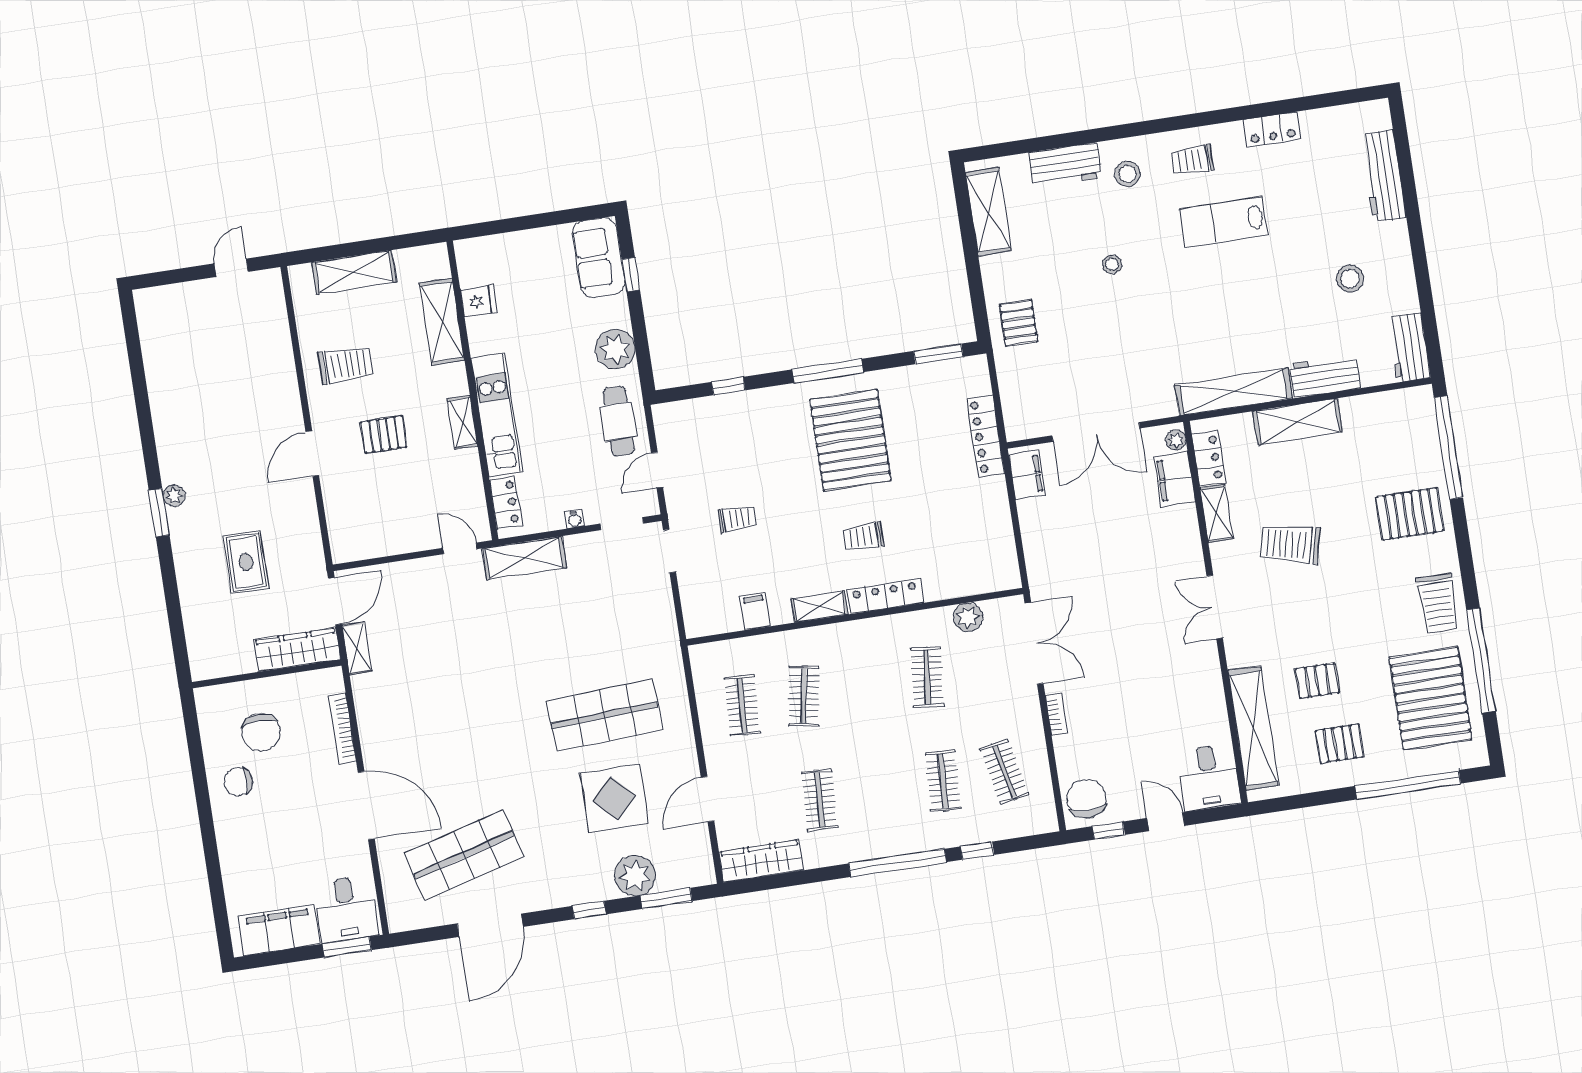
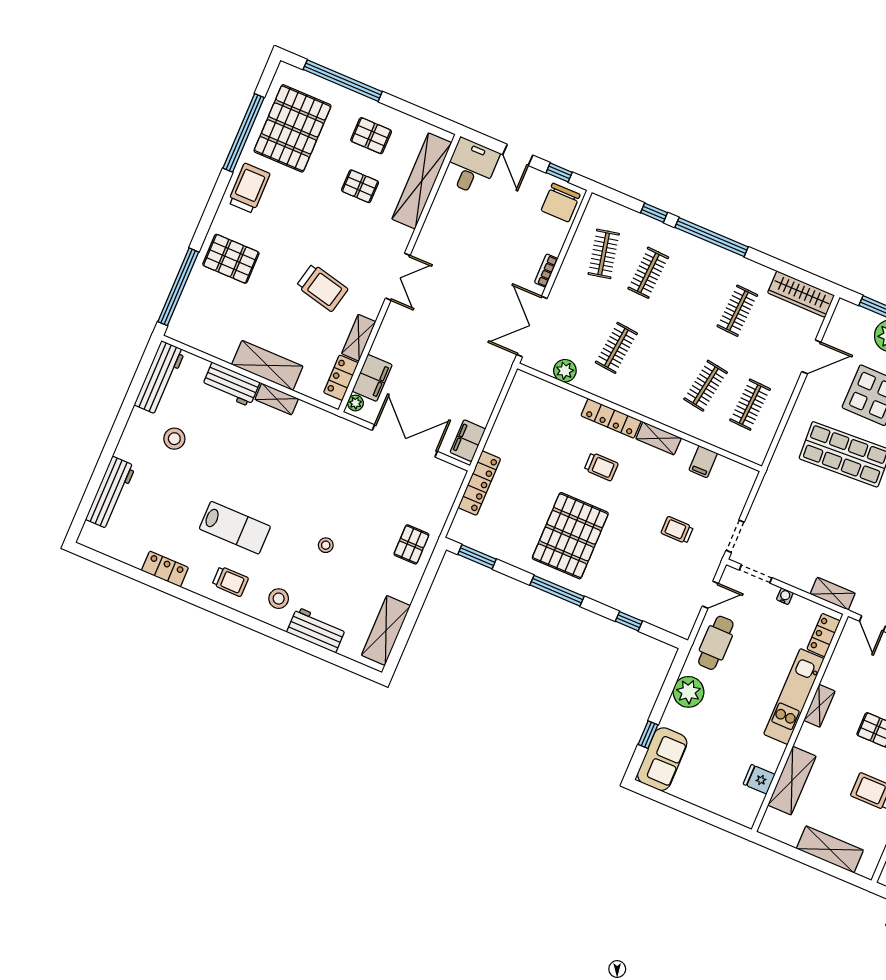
workbench: (1409, 347) -> (160, 378), width x1.38
shelving: (1234, 392) -> (277, 399), width x0.45, depth x0.75
shelving: (524, 558) -> (833, 594), width x0.67, depth x0.75

